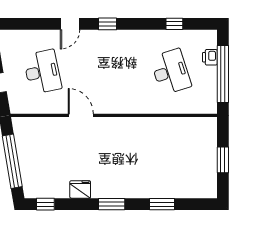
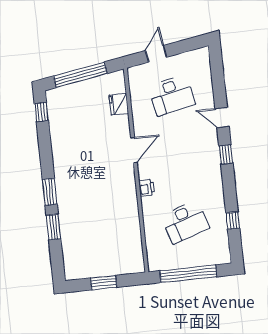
printer: (210, 57) -> (147, 188), moved, turned 90
door: (81, 115) -> (134, 150), moved
fridge: (80, 189) -> (119, 104), moved, turned 180
window: (112, 204) -> (50, 192), moved

